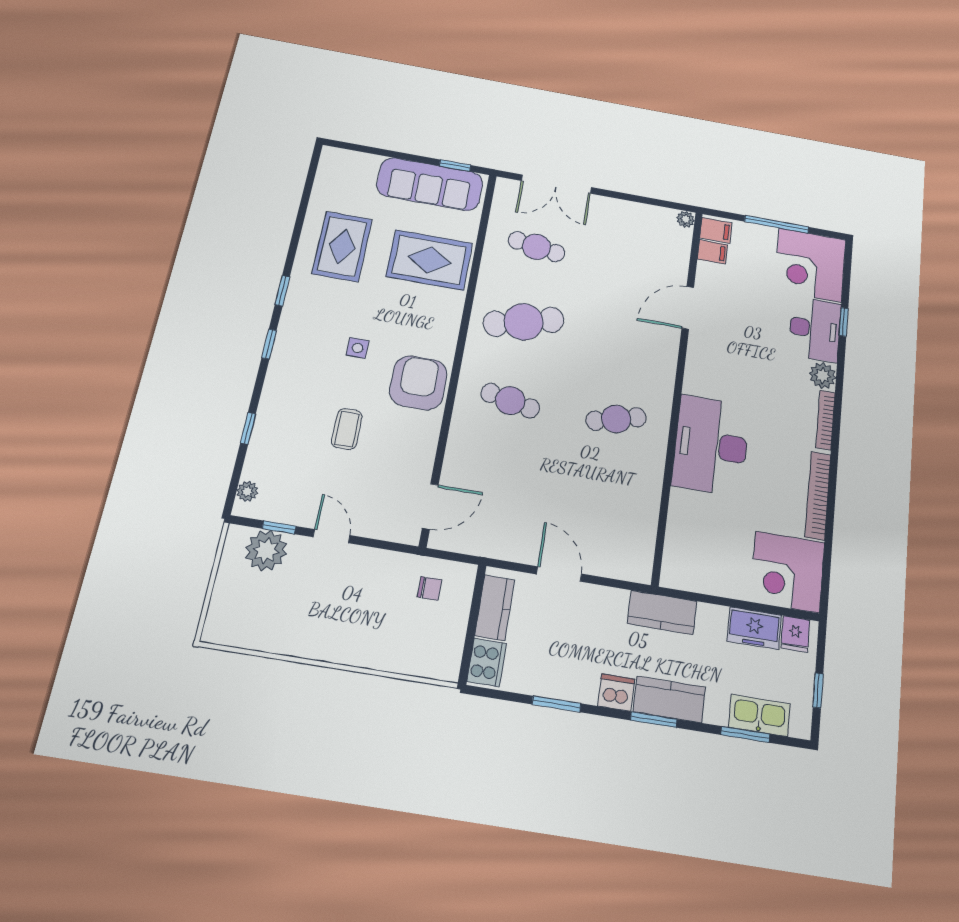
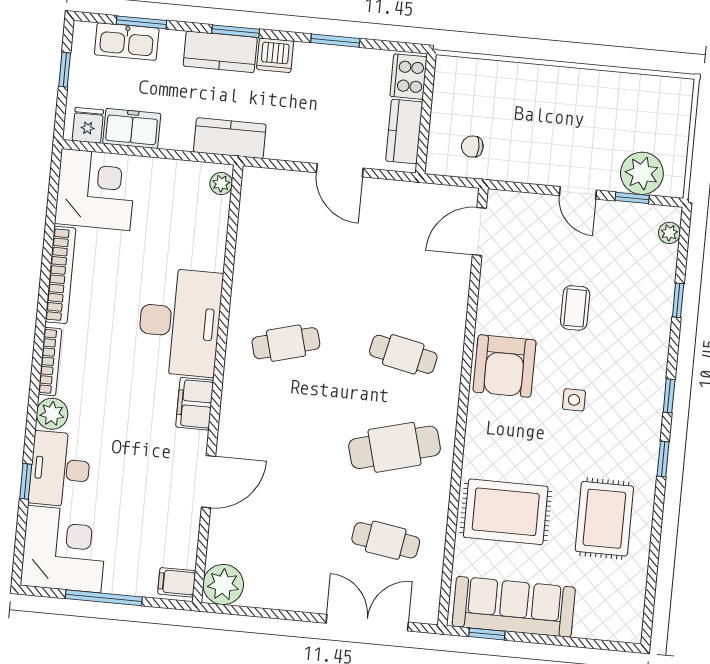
plant: (686, 219) -> (223, 585), width x1.88, depth x1.88
filing cabinet: (712, 252) -> (195, 404), moved, width x2.00
plant: (671, 569) -> (221, 184), added

